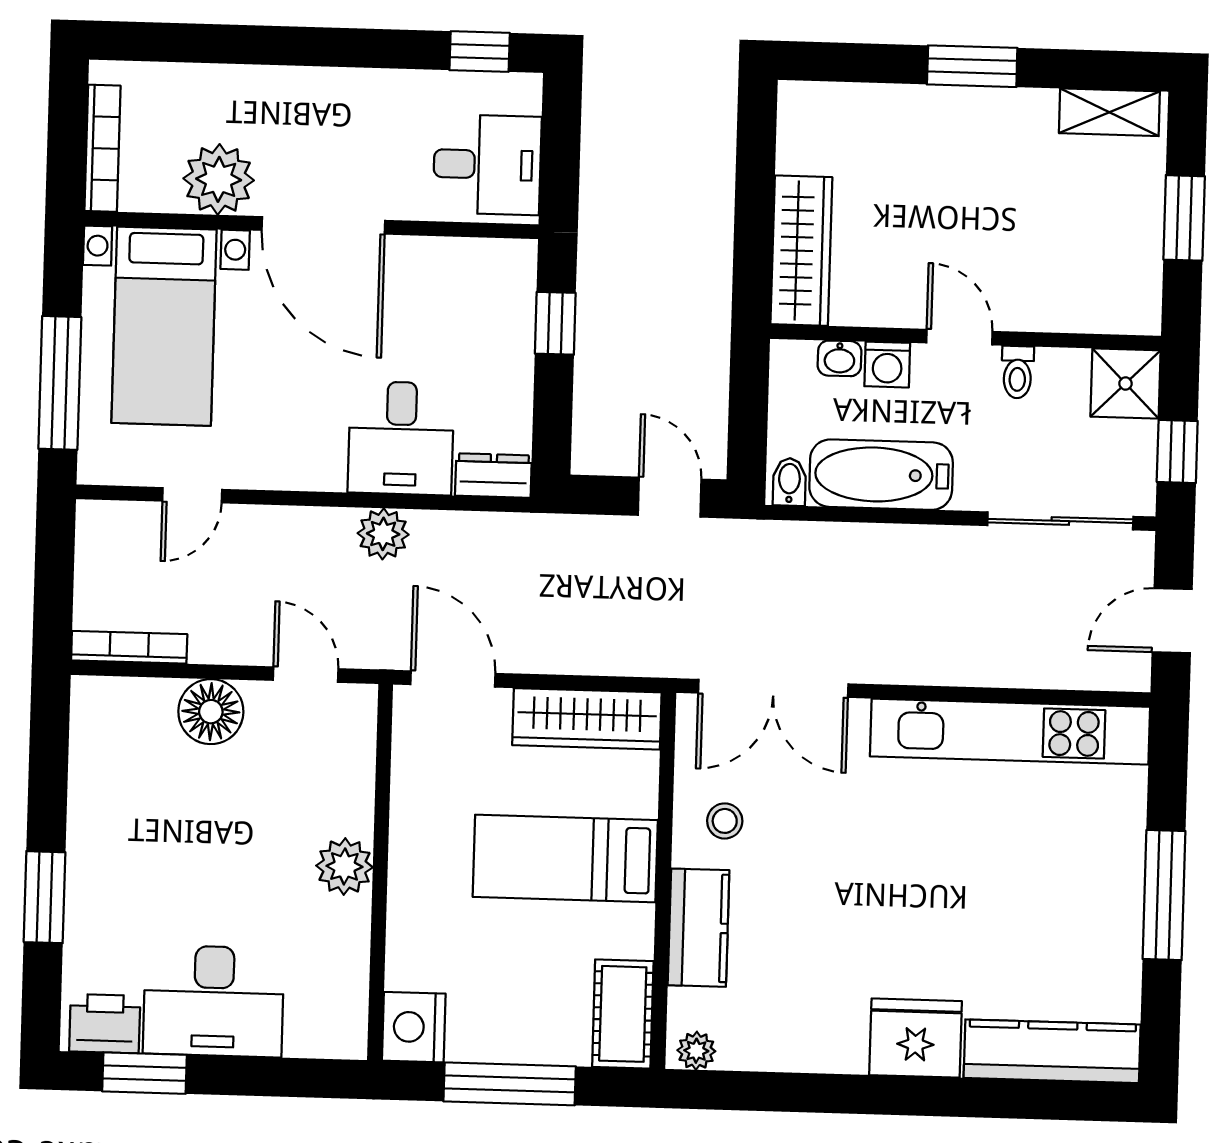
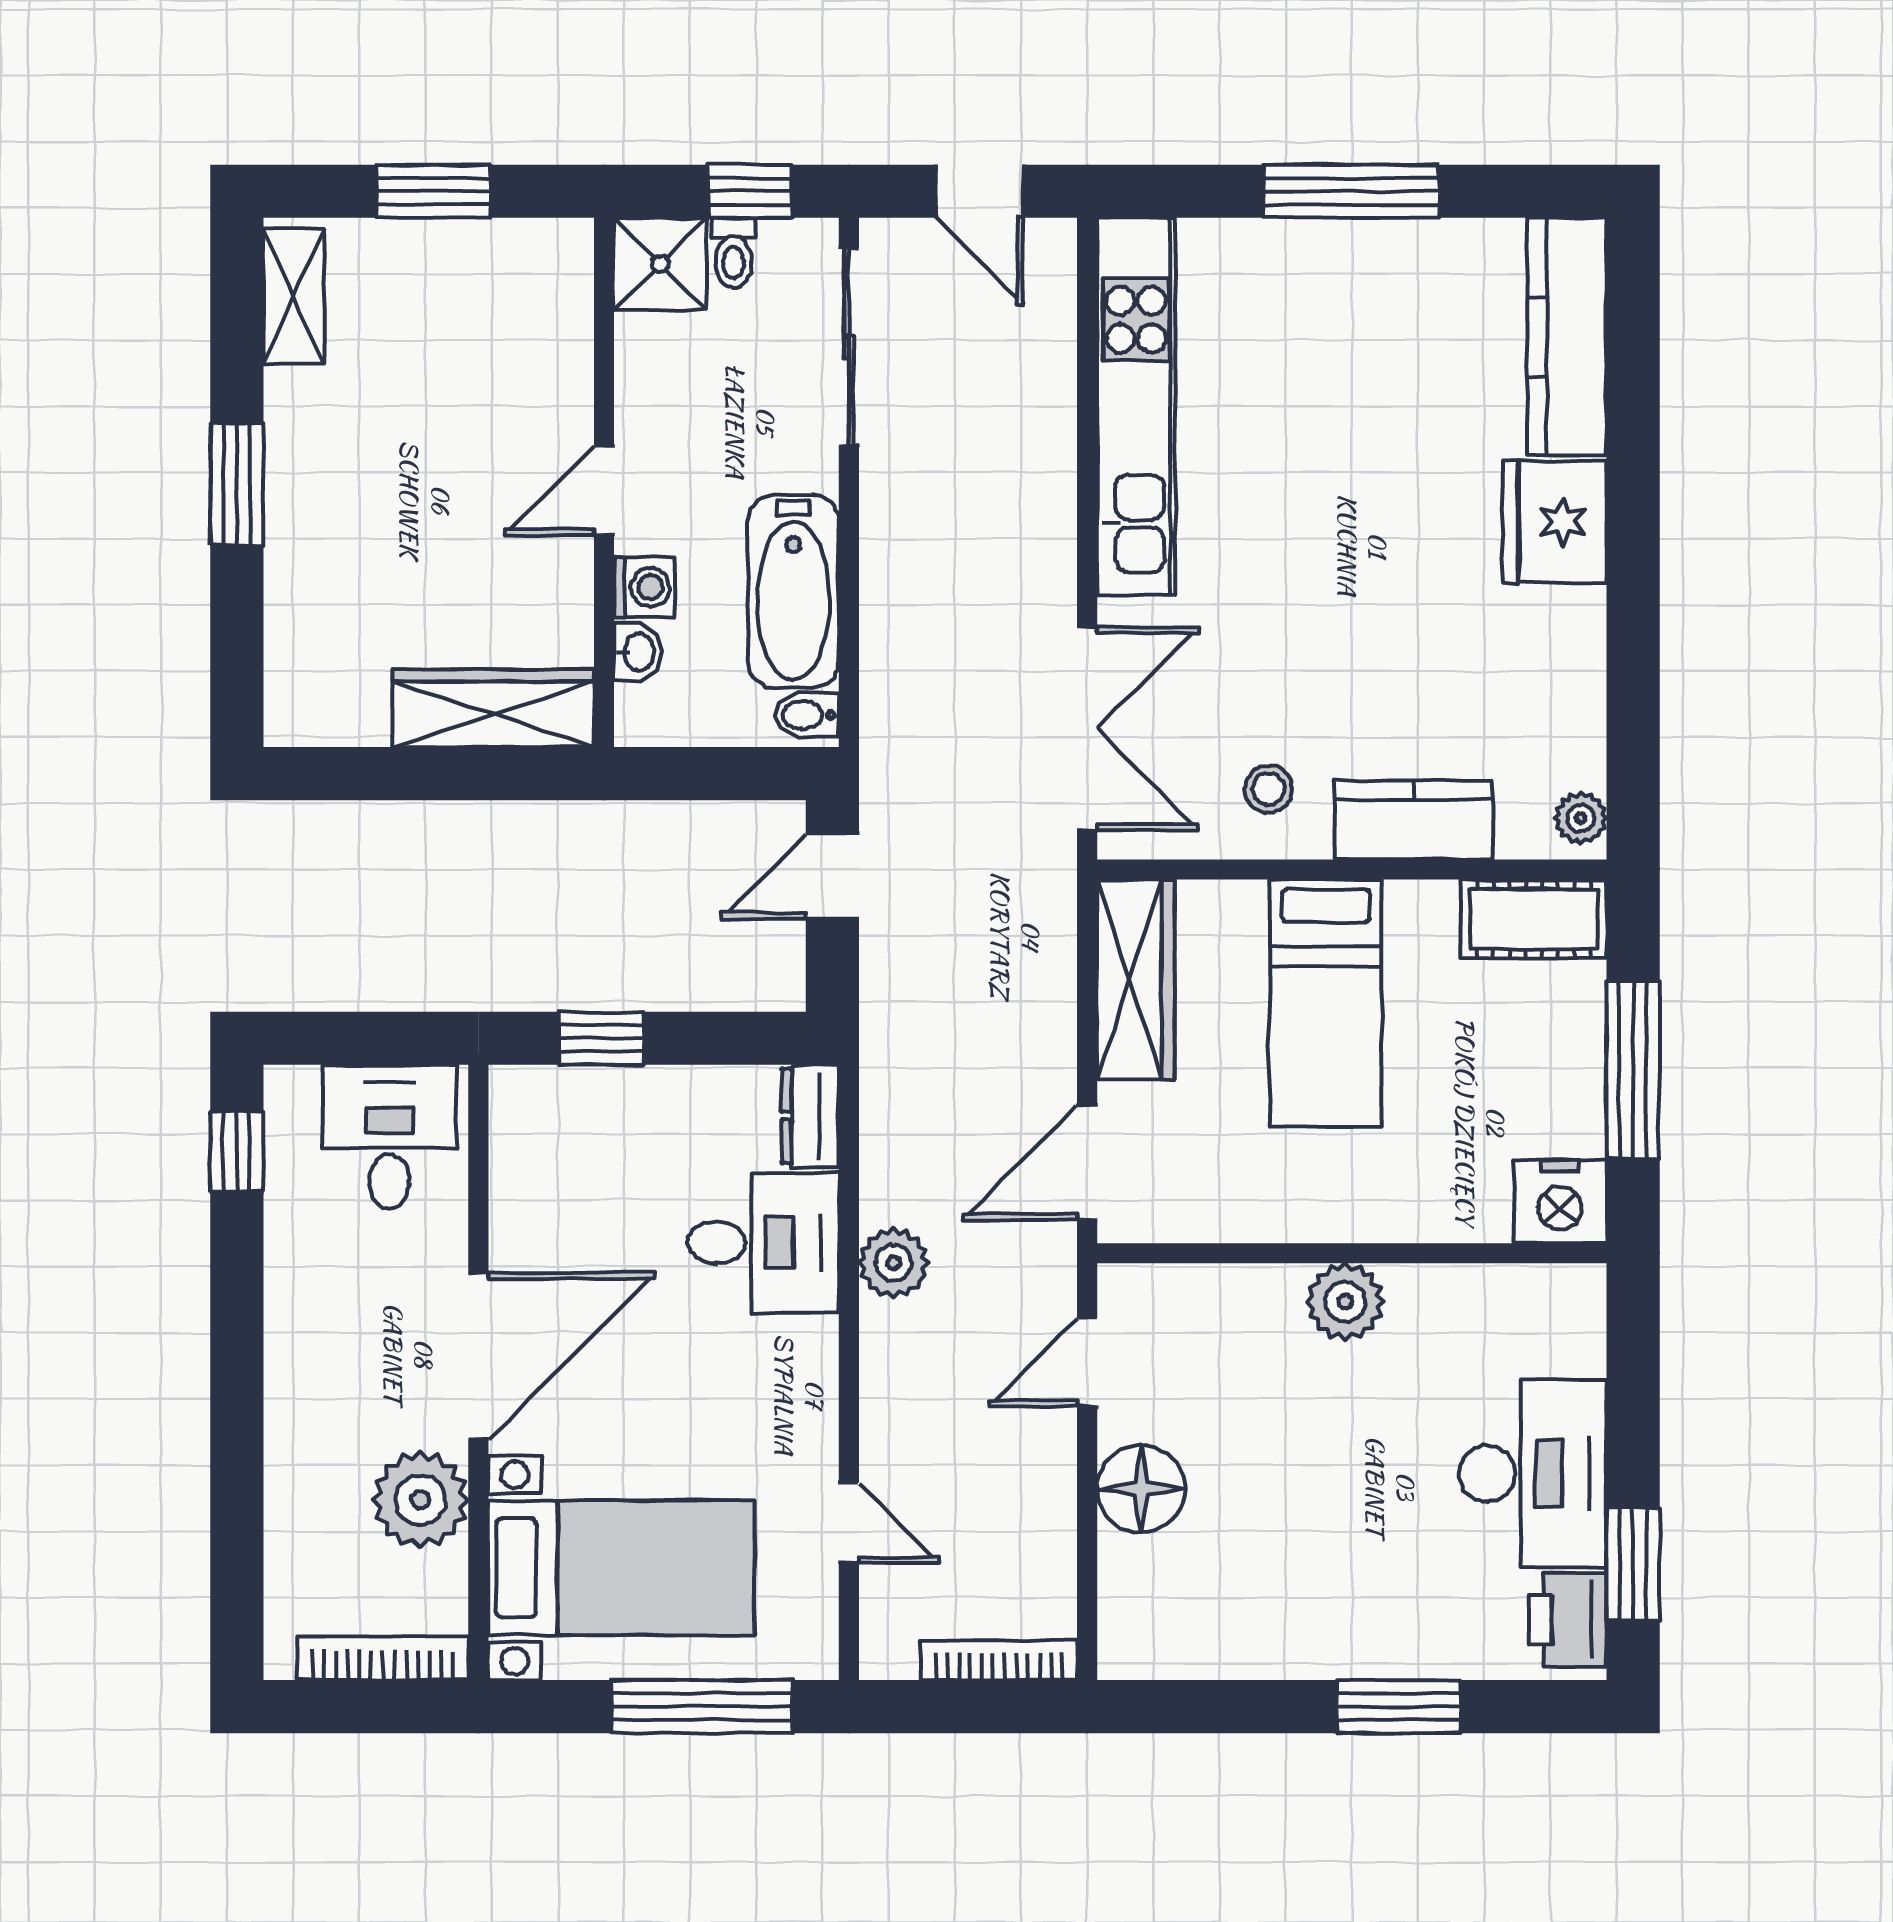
toilet: (1017, 372) -> (733, 253), moved, turned 90
bookcase: (129, 647) -> (999, 1660), moved, turned 90

